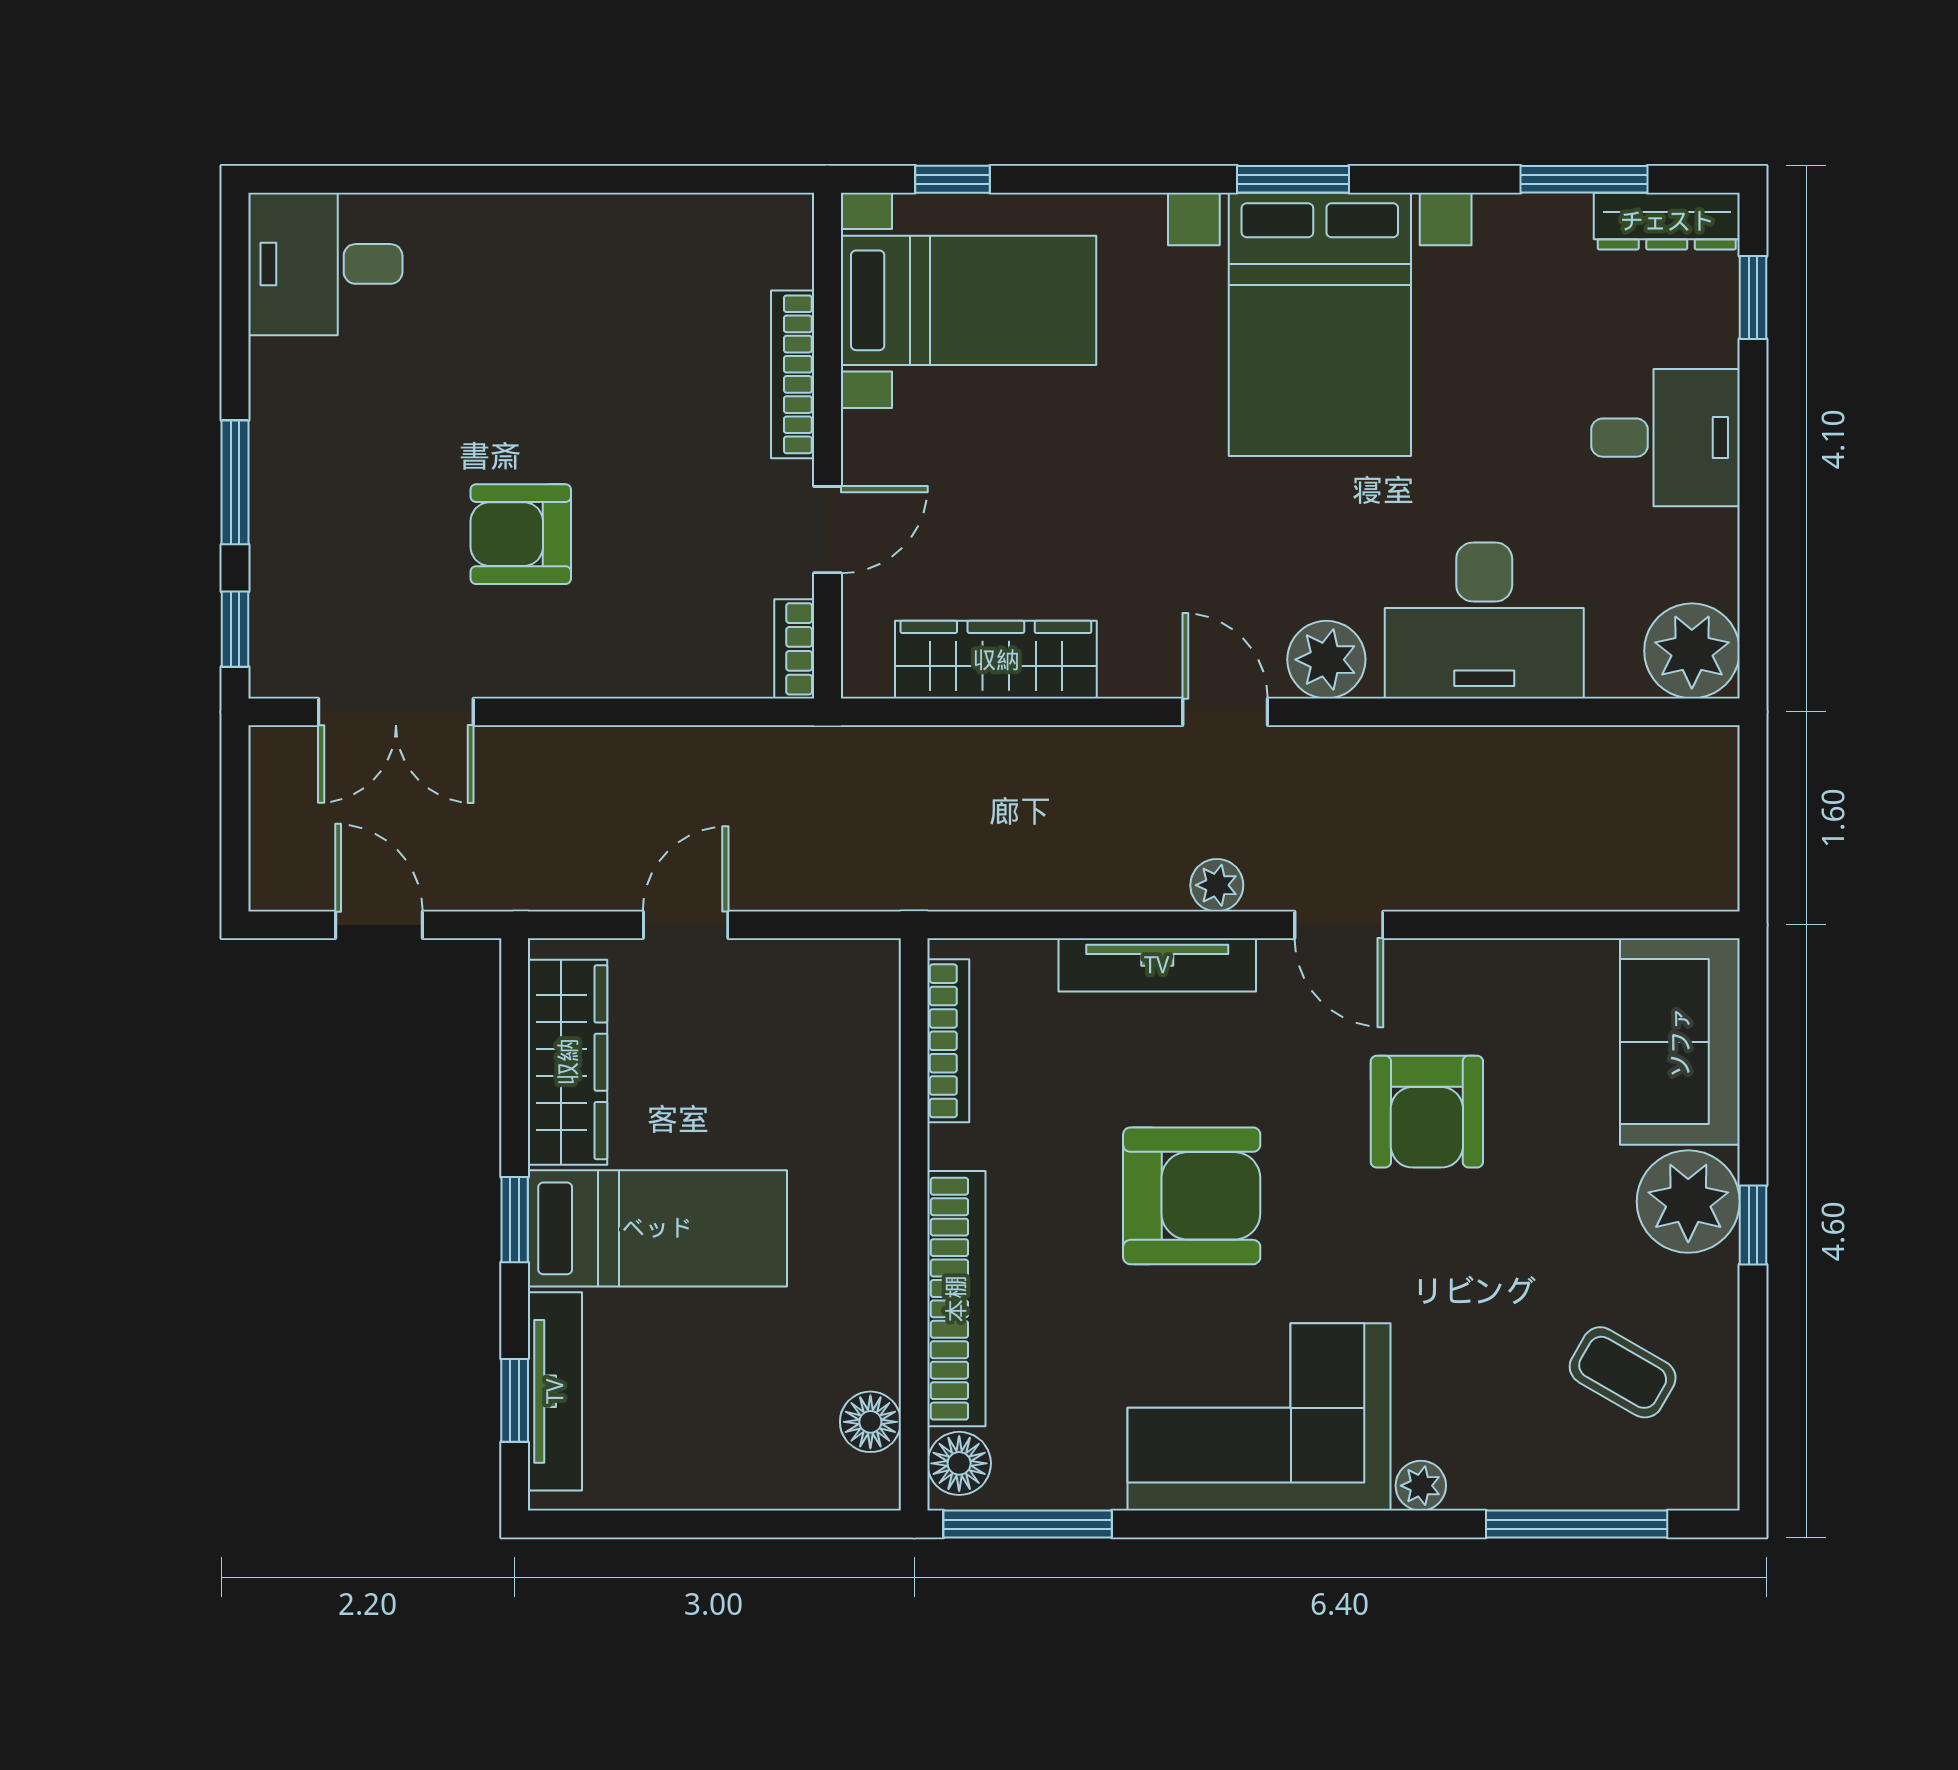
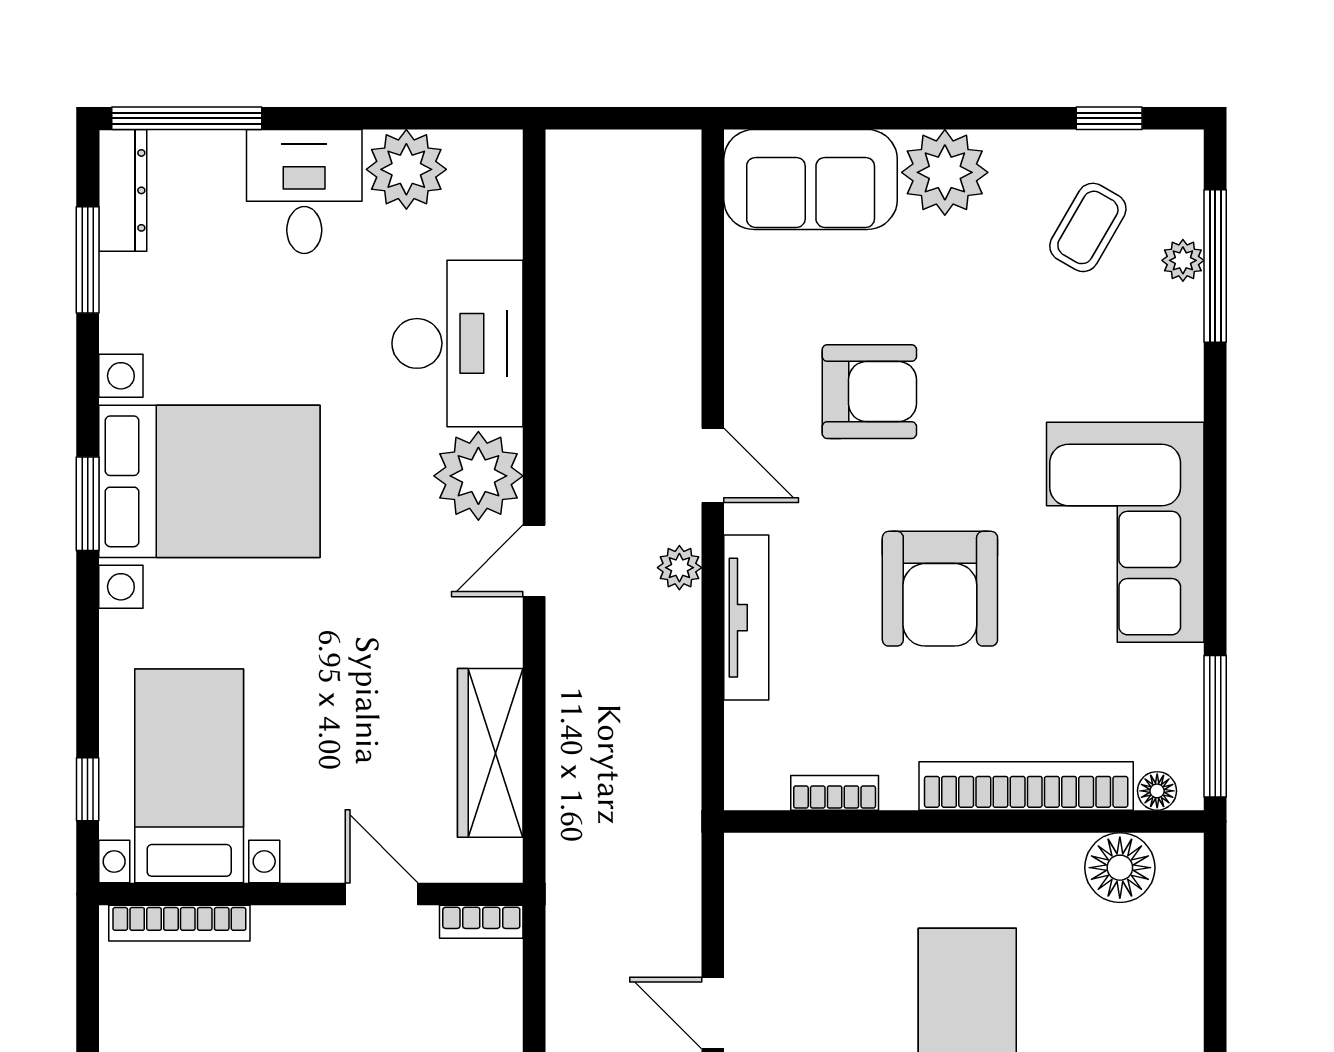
window: (1753, 298) -> (187, 118), width x2.17
bookcase: (793, 374) -> (179, 923), moved
plant: (1692, 651) -> (406, 169), moved
plant: (1326, 660) -> (478, 476), width x1.36, depth x1.36
door: (1339, 925) -> (713, 465), hinge flipped
bookcase: (948, 1041) -> (835, 793), width x0.64
armchair: (1192, 1196) -> (940, 589), turned 180
window: (1753, 1225) -> (1109, 118), moved
floor lamp: (870, 1422) -> (1120, 868), width x1.38, depth x1.38
floor lamp: (959, 1463) -> (1157, 791), width x0.73, depth x0.73
plant: (1421, 1486) -> (1183, 260), moved

